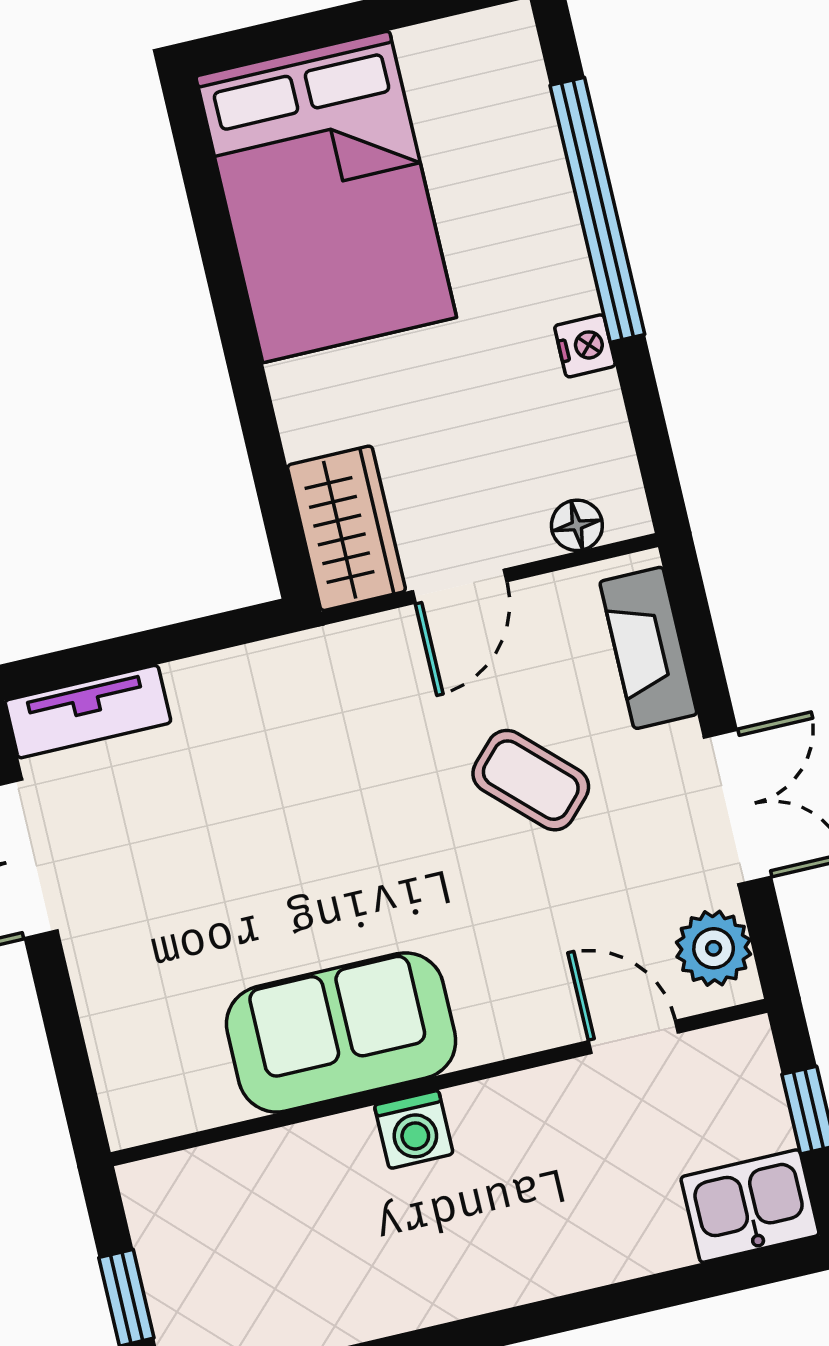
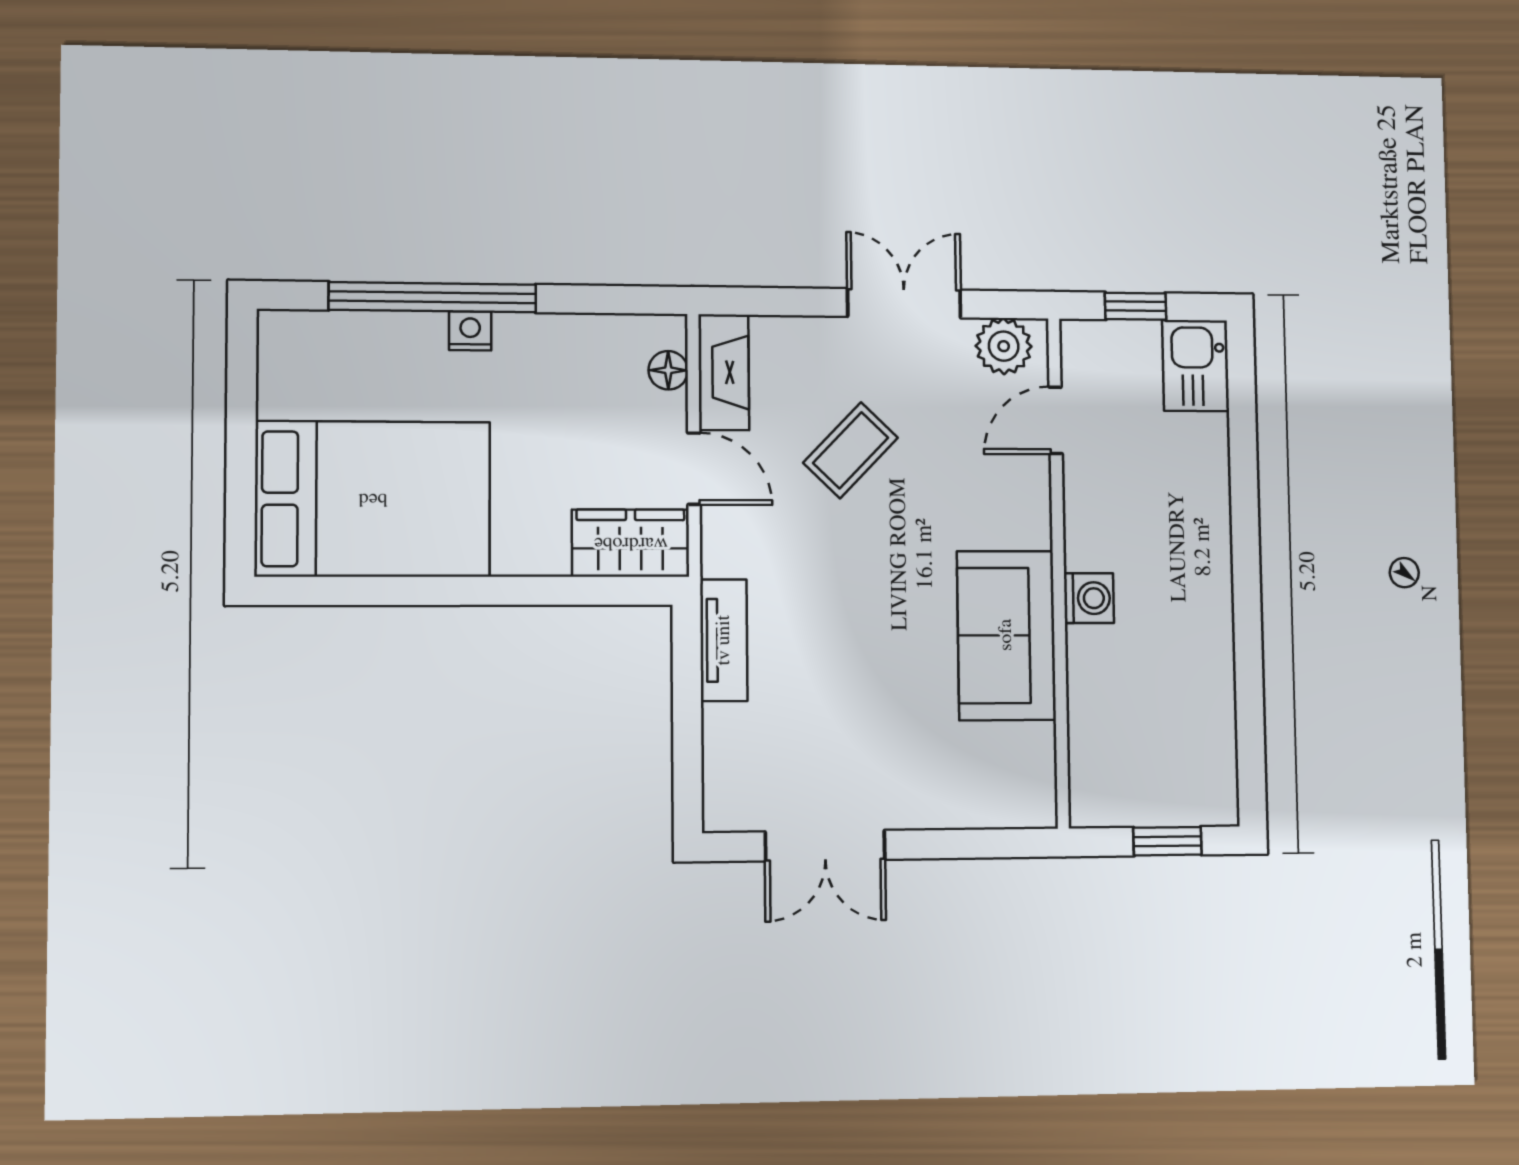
nightstand: (585, 346) -> (470, 331), moved
fireplace: (648, 648) -> (724, 372), moved, turned -90
tv unit: (88, 712) -> (724, 640), moved

